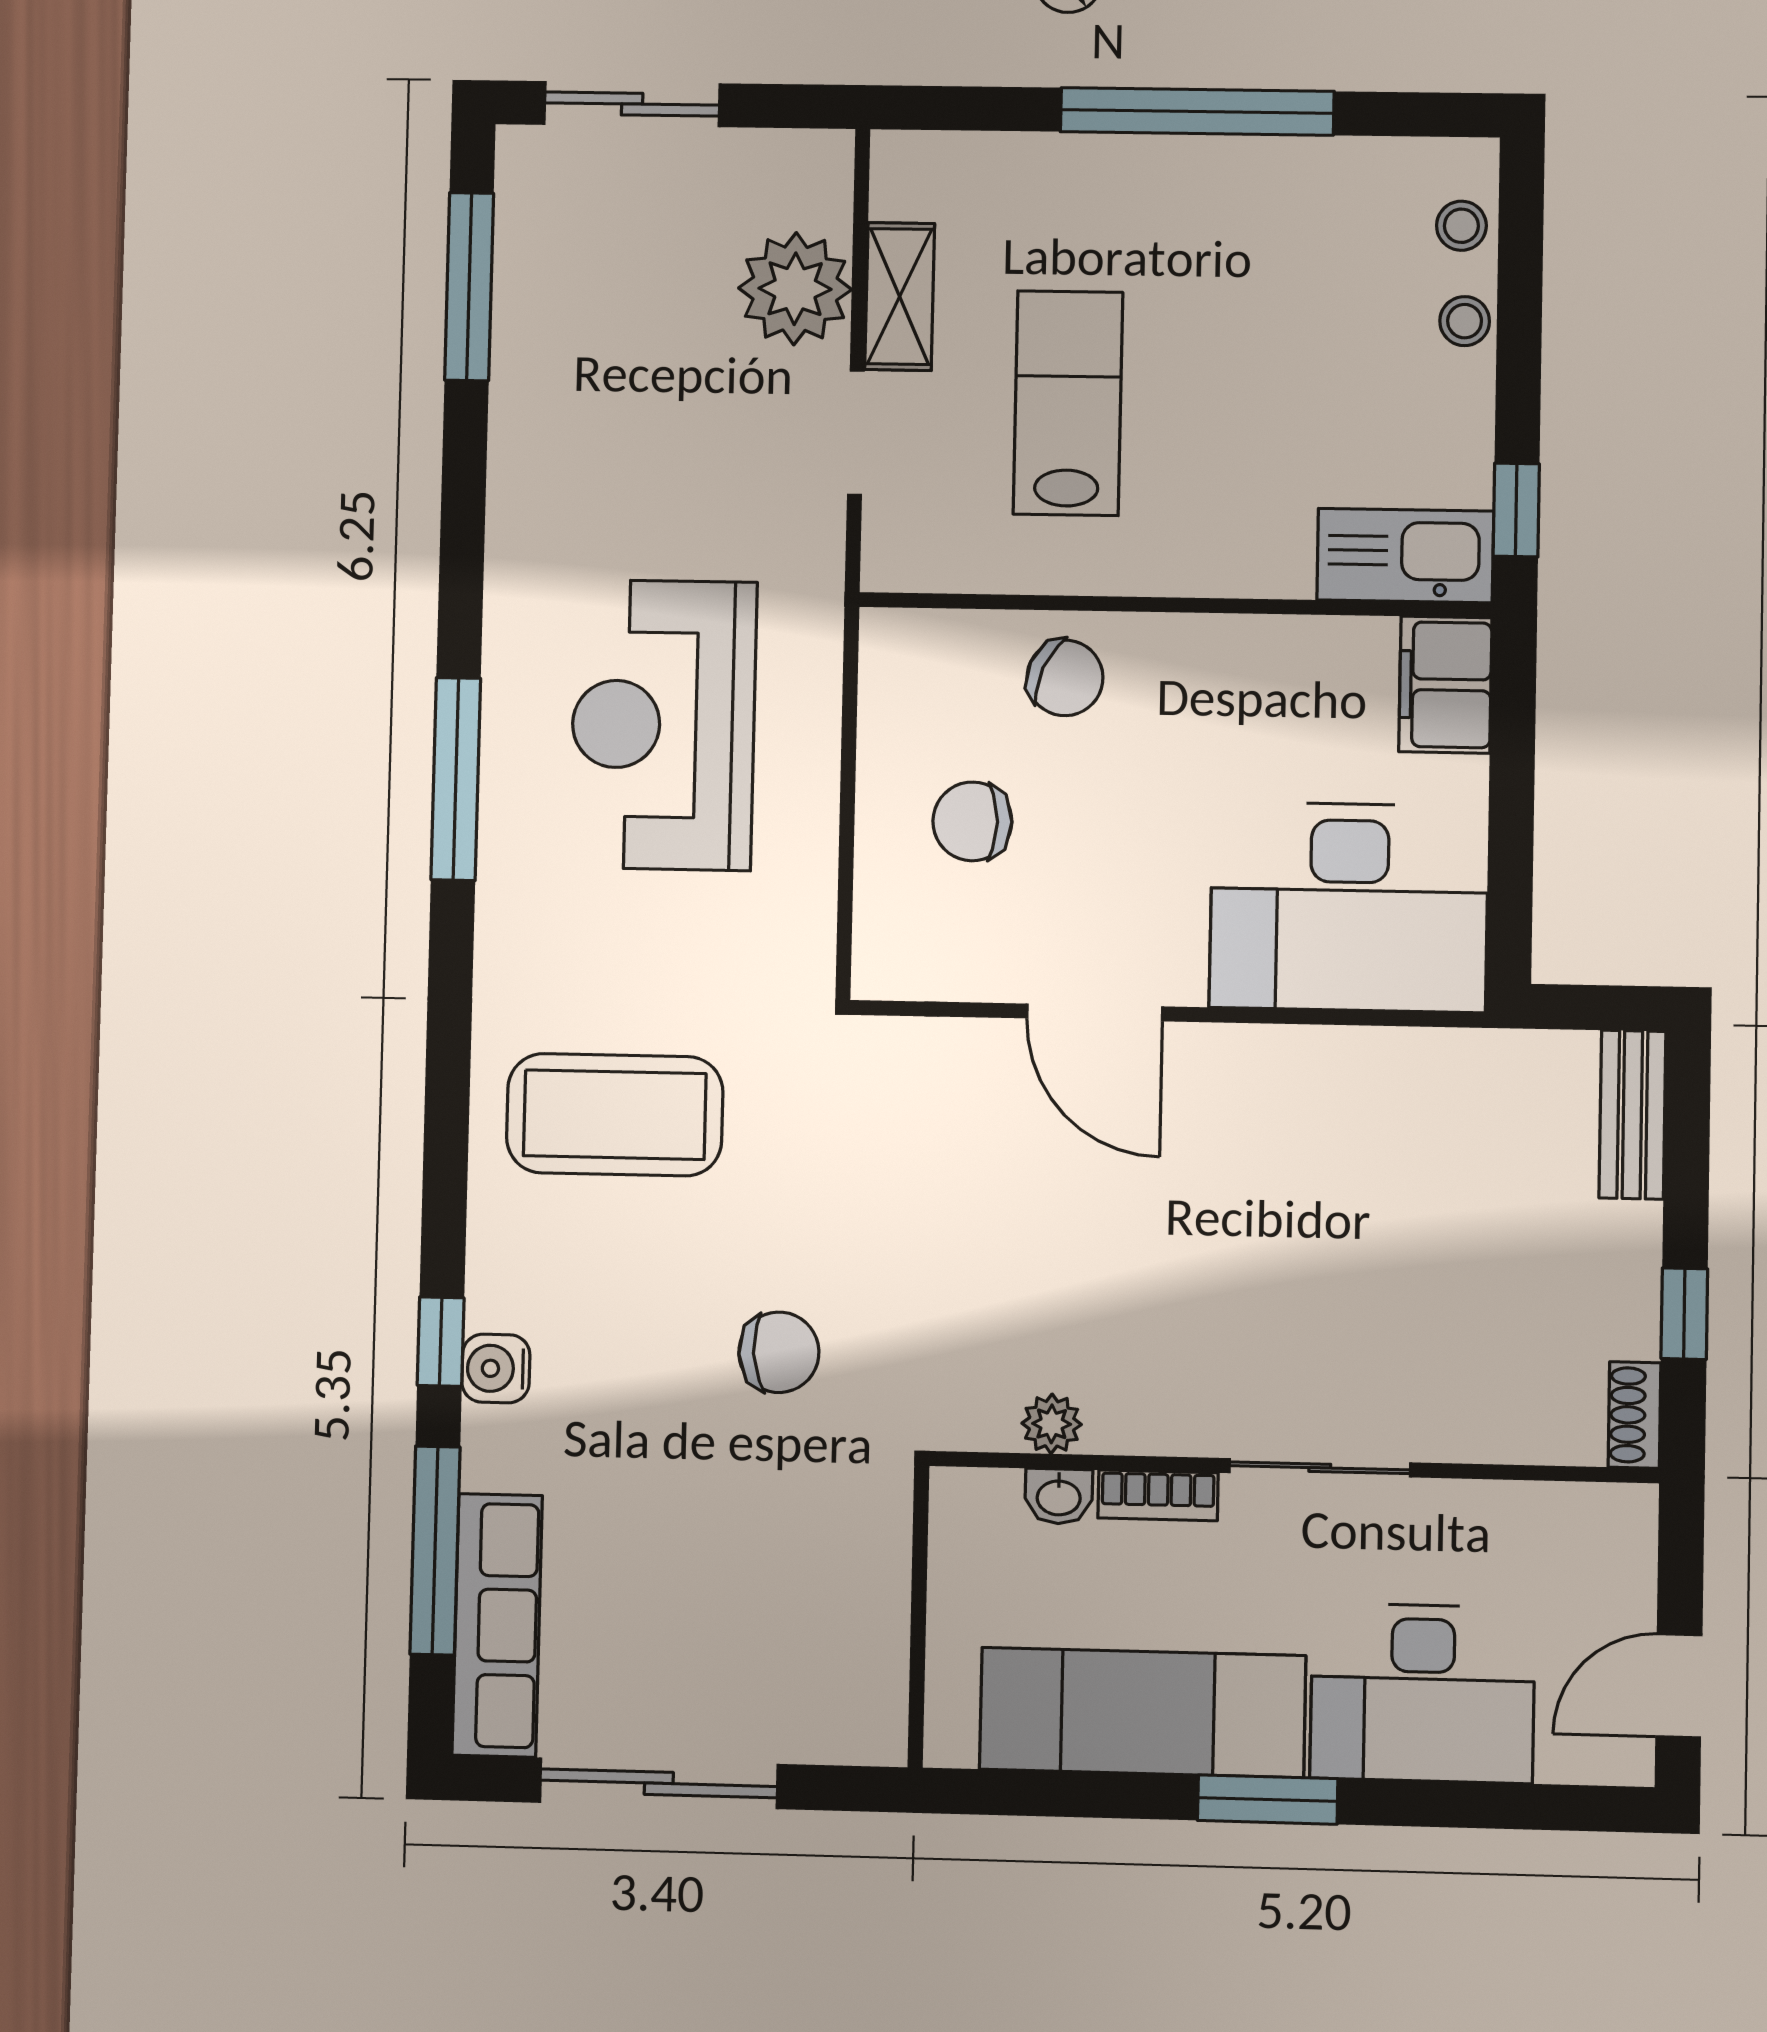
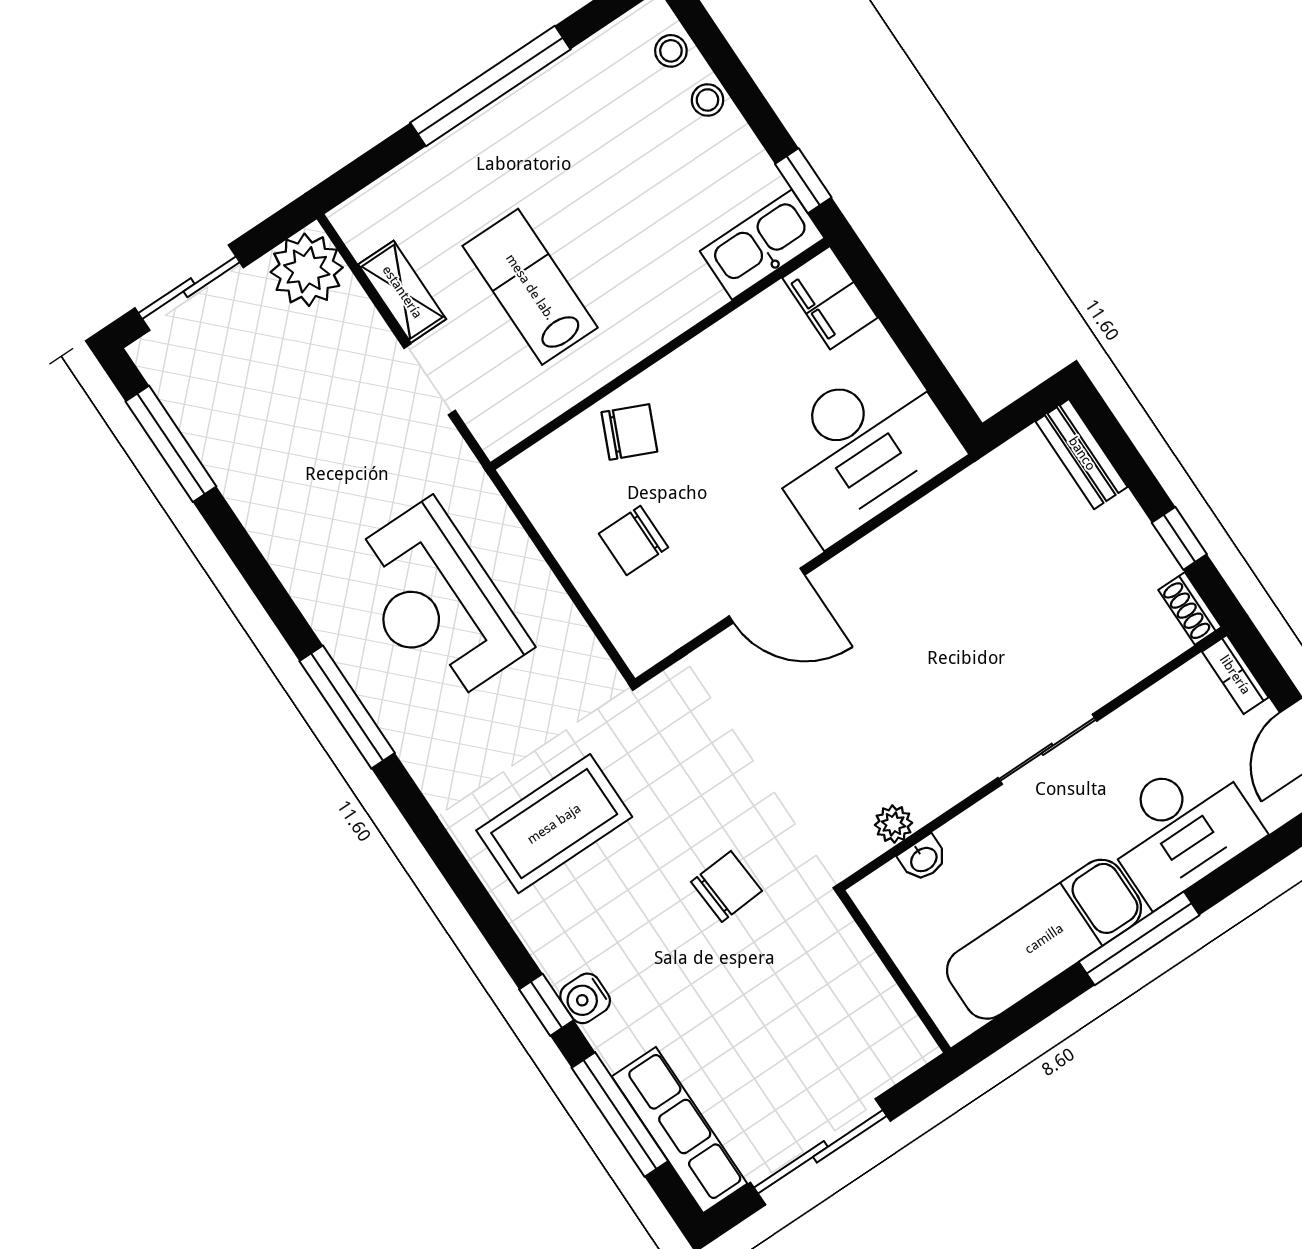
plant: (795, 289) -> (307, 270), moved
bookcase: (1158, 1495) -> (1235, 675), moved, turned 90
window: (1268, 1800) -> (1139, 938), width x1.44

